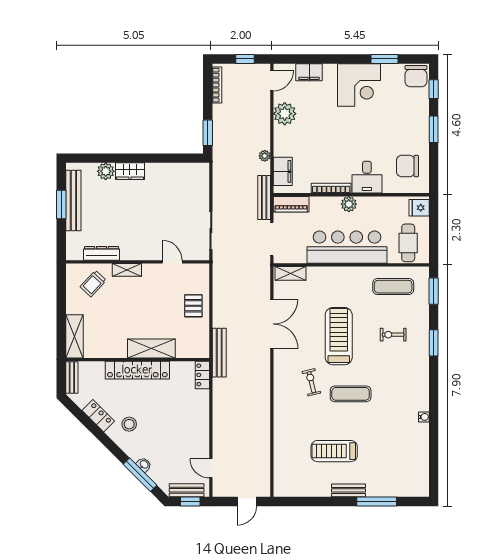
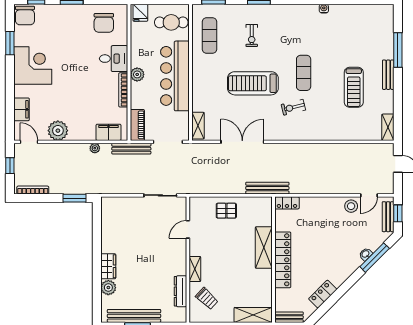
chair: (416, 76) -> (25, 16), turned 90
stool: (129, 424) -> (351, 206), moved
shelving: (289, 490) -> (388, 127), added

